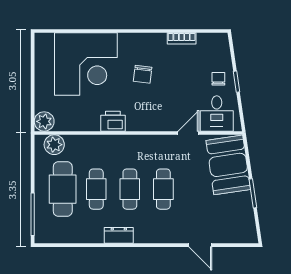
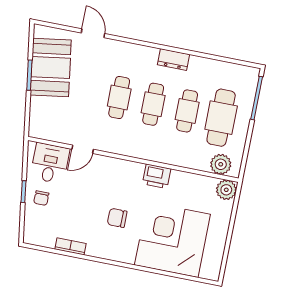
chair: (143, 74) -> (117, 218), turned -97
booth: (228, 165) -> (51, 68), moved

